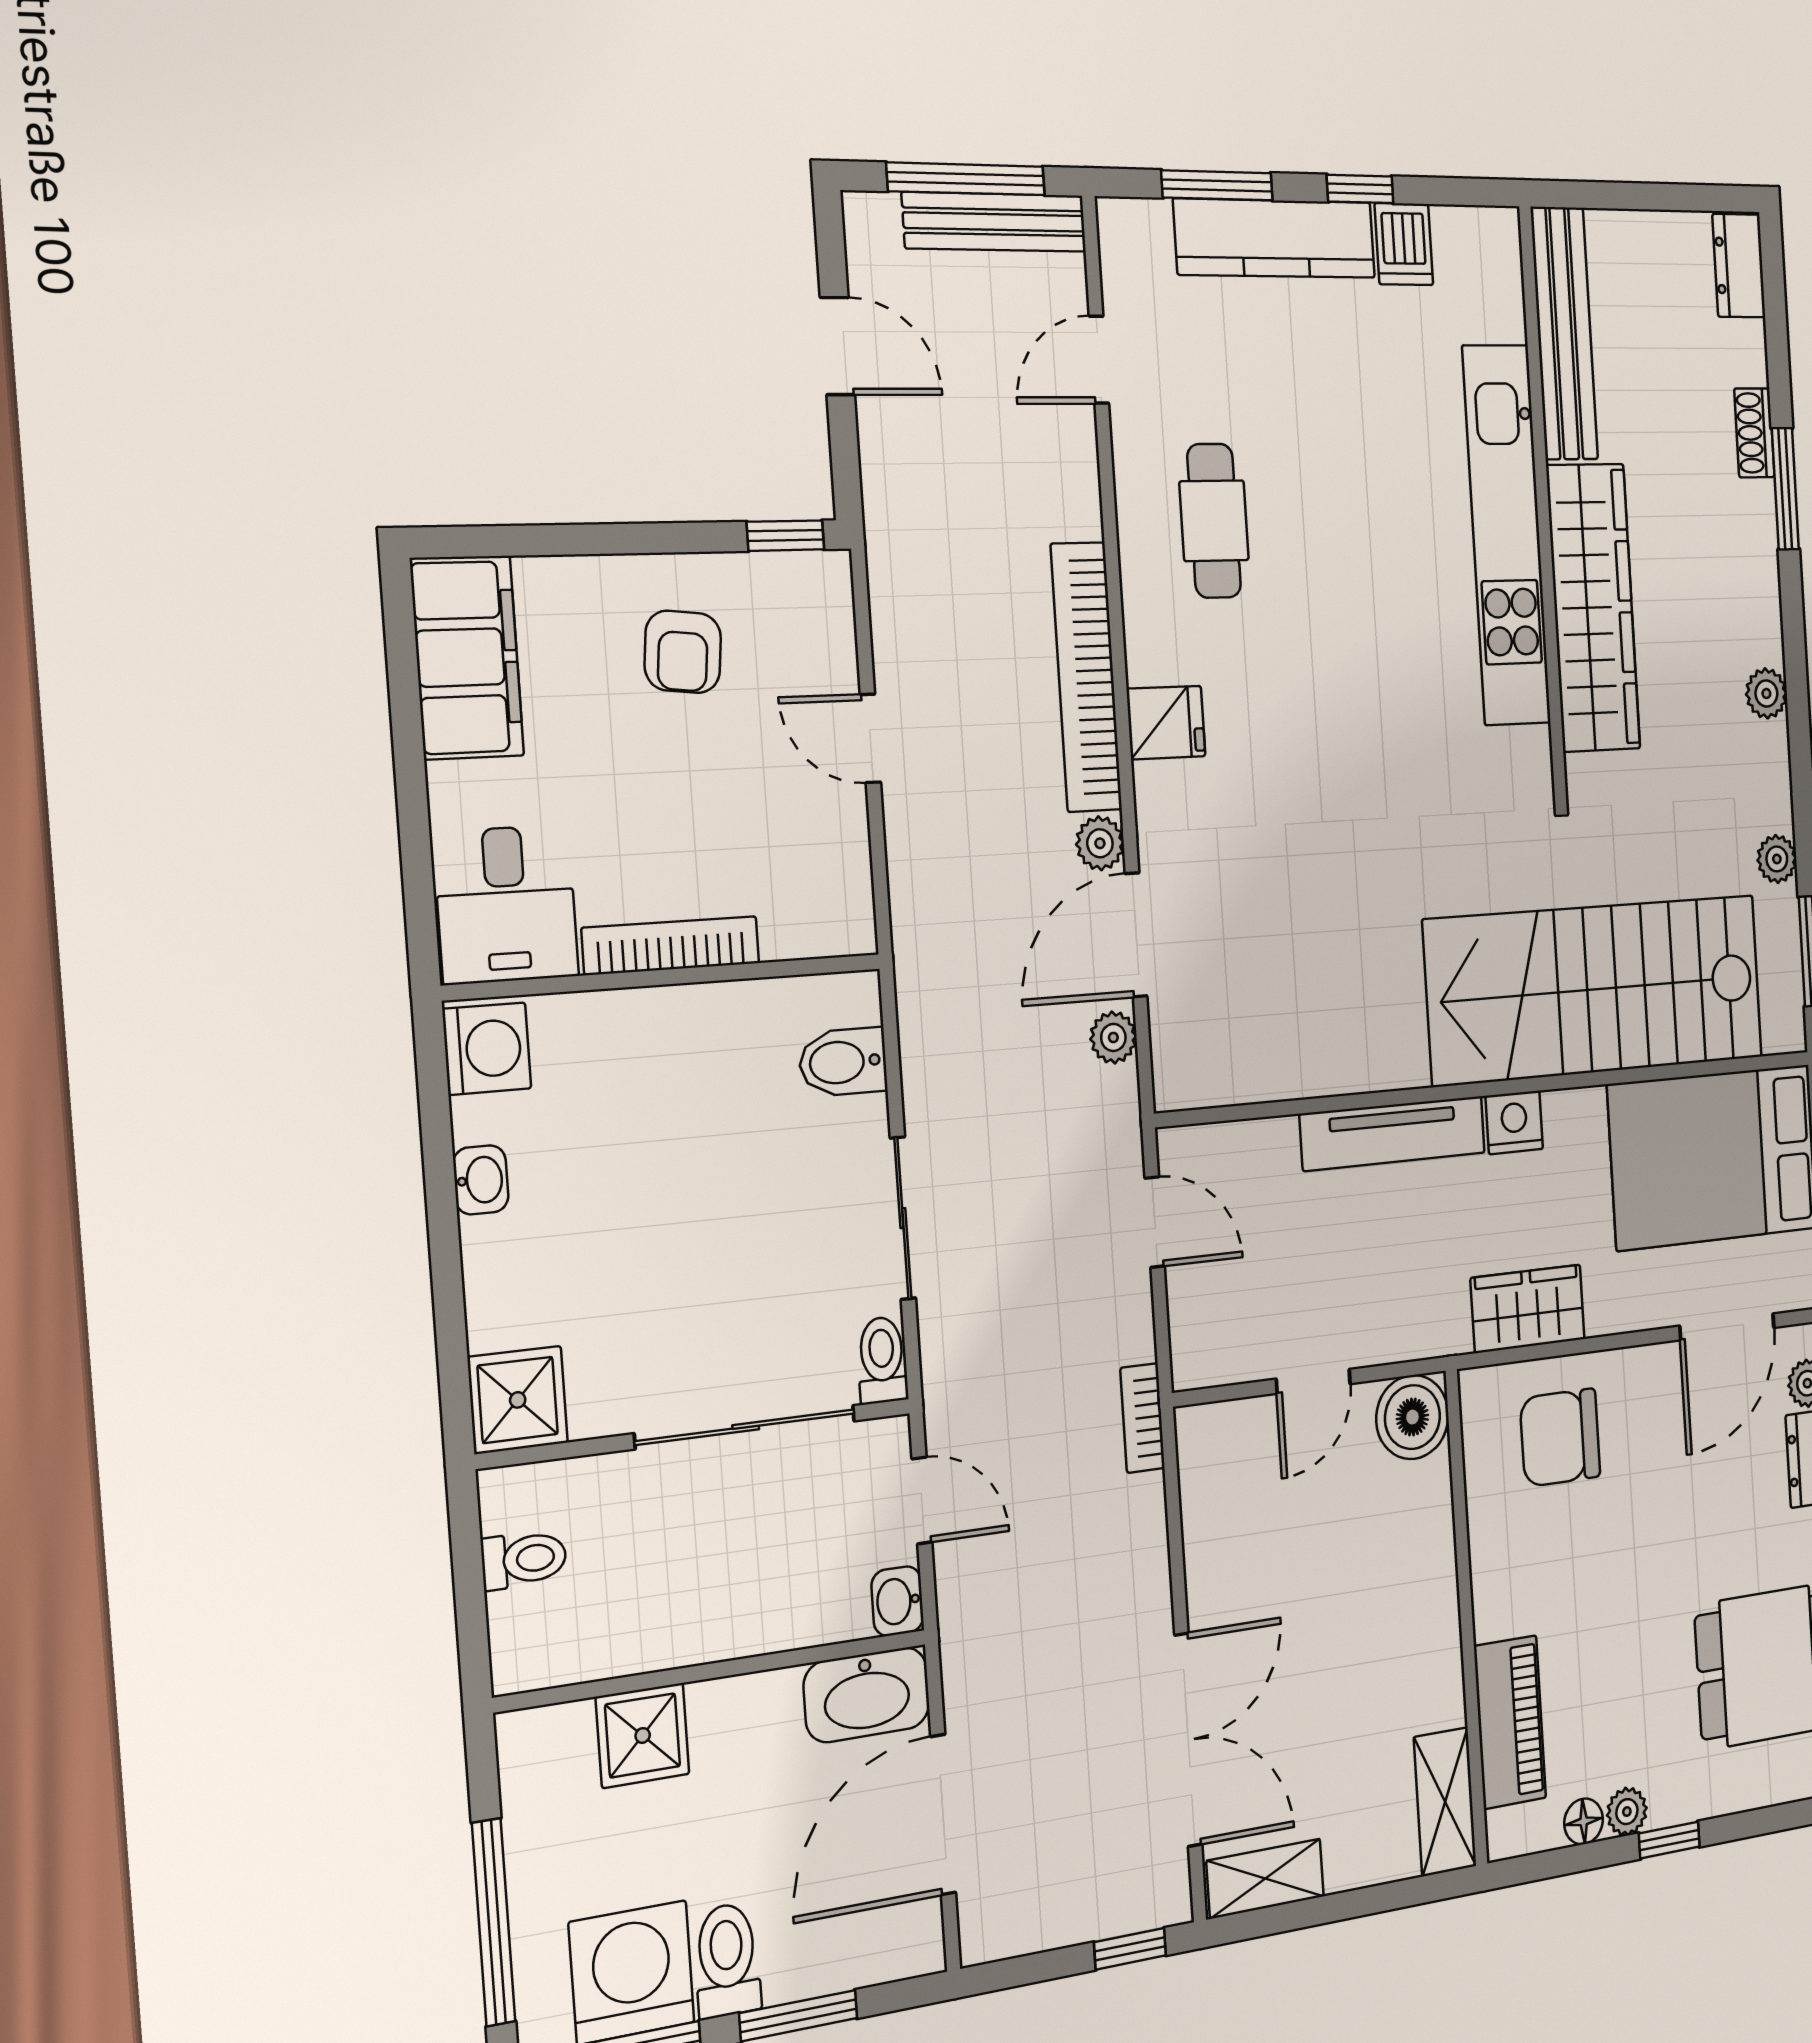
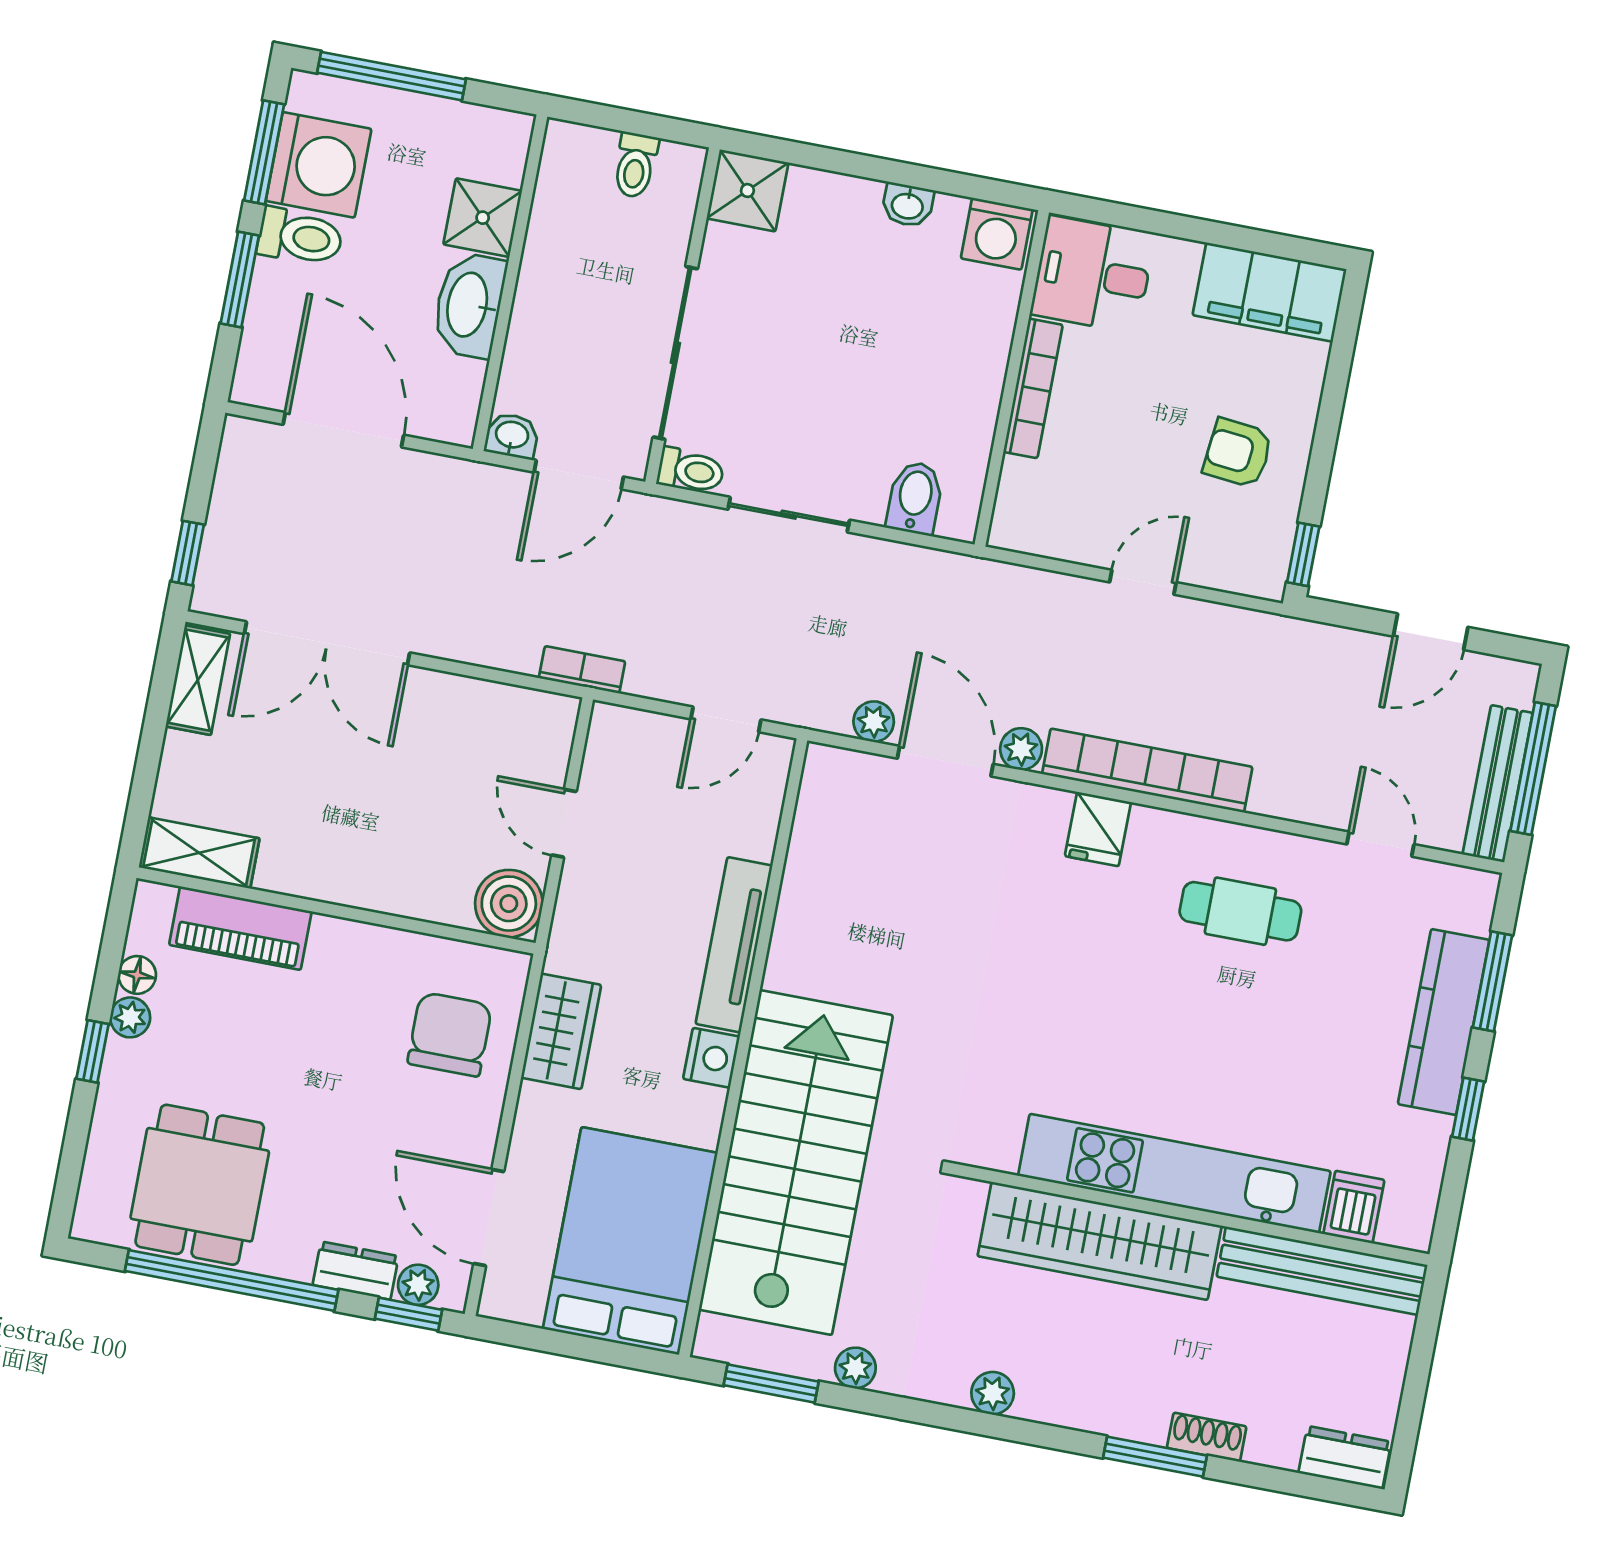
dishwasher: (1404, 244) -> (1354, 1207), moved, turned 90
door: (922, 1500) -> (579, 475), width x1.38
washbasin: (867, 1695) -> (469, 305), moved

